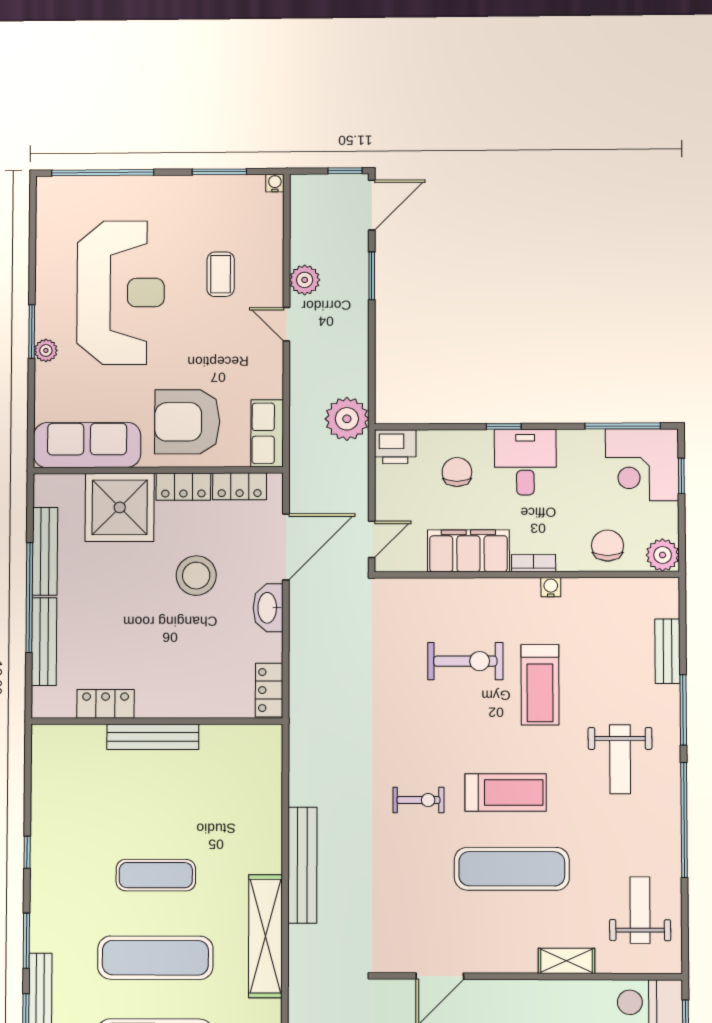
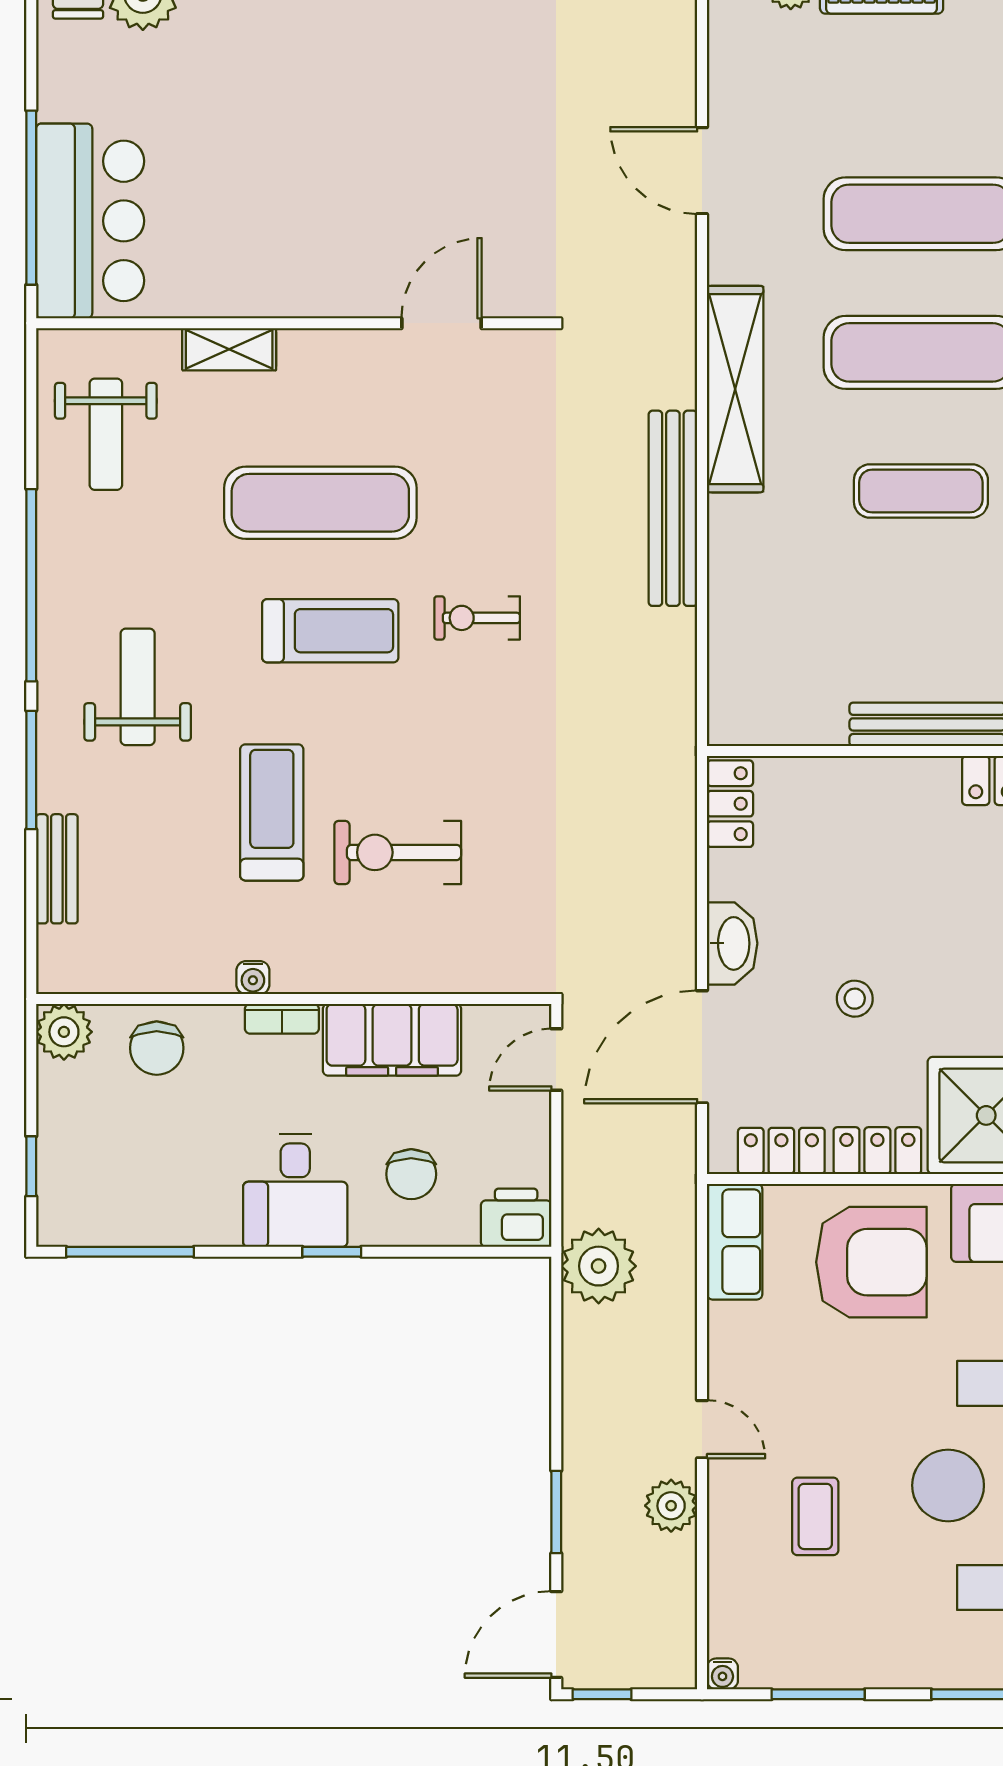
corner desk: (642, 465) -> (98, 1185), removed
stool: (196, 576) -> (855, 999), width x0.53, depth x0.53
treadmill: (506, 793) -> (330, 631), turned 180

